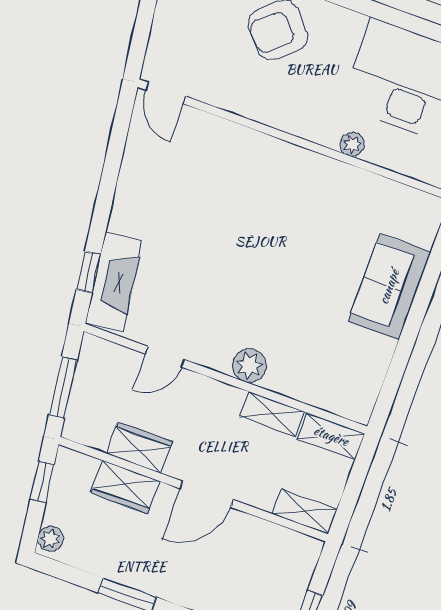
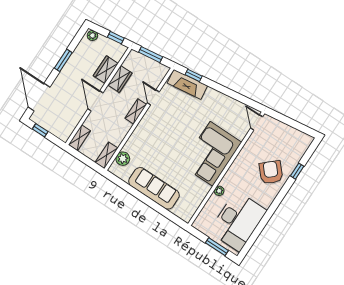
door: (166, 93) -> (257, 122), hinge flipped
corner sofa: (267, 184) -> (211, 154), added
sofa: (389, 287) -> (154, 188), width x1.36
plant: (249, 366) -> (123, 159), moved
shelving: (272, 414) -> (136, 111), moved

